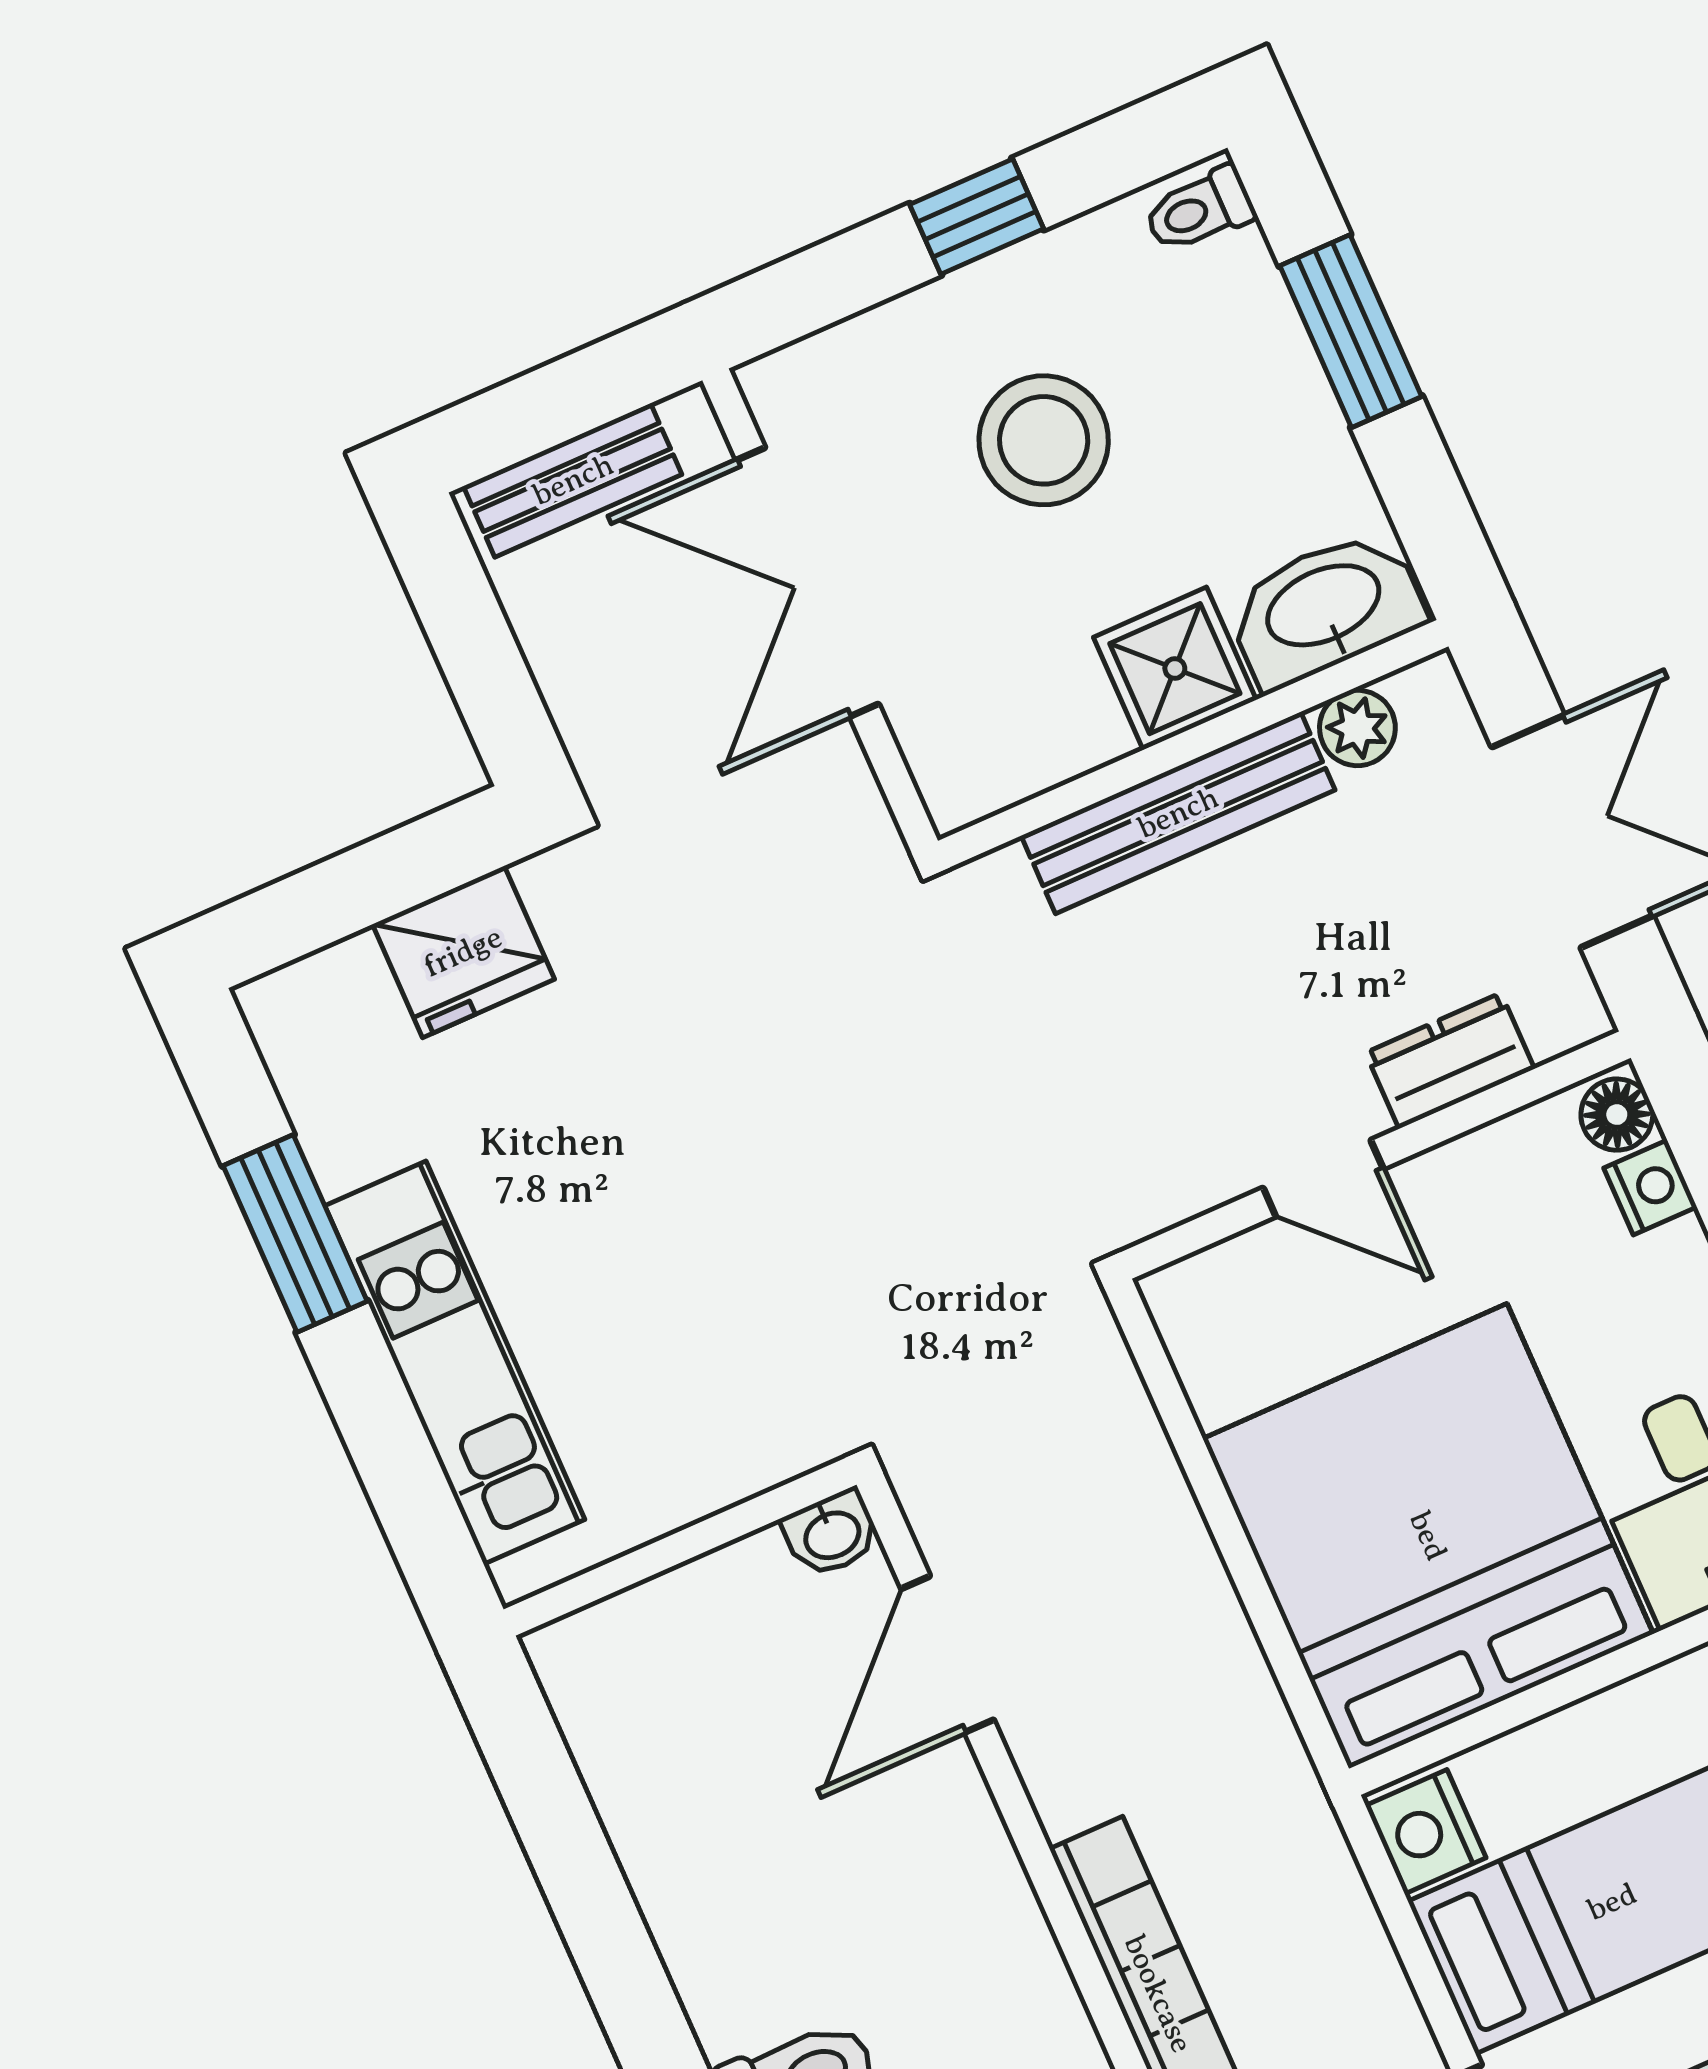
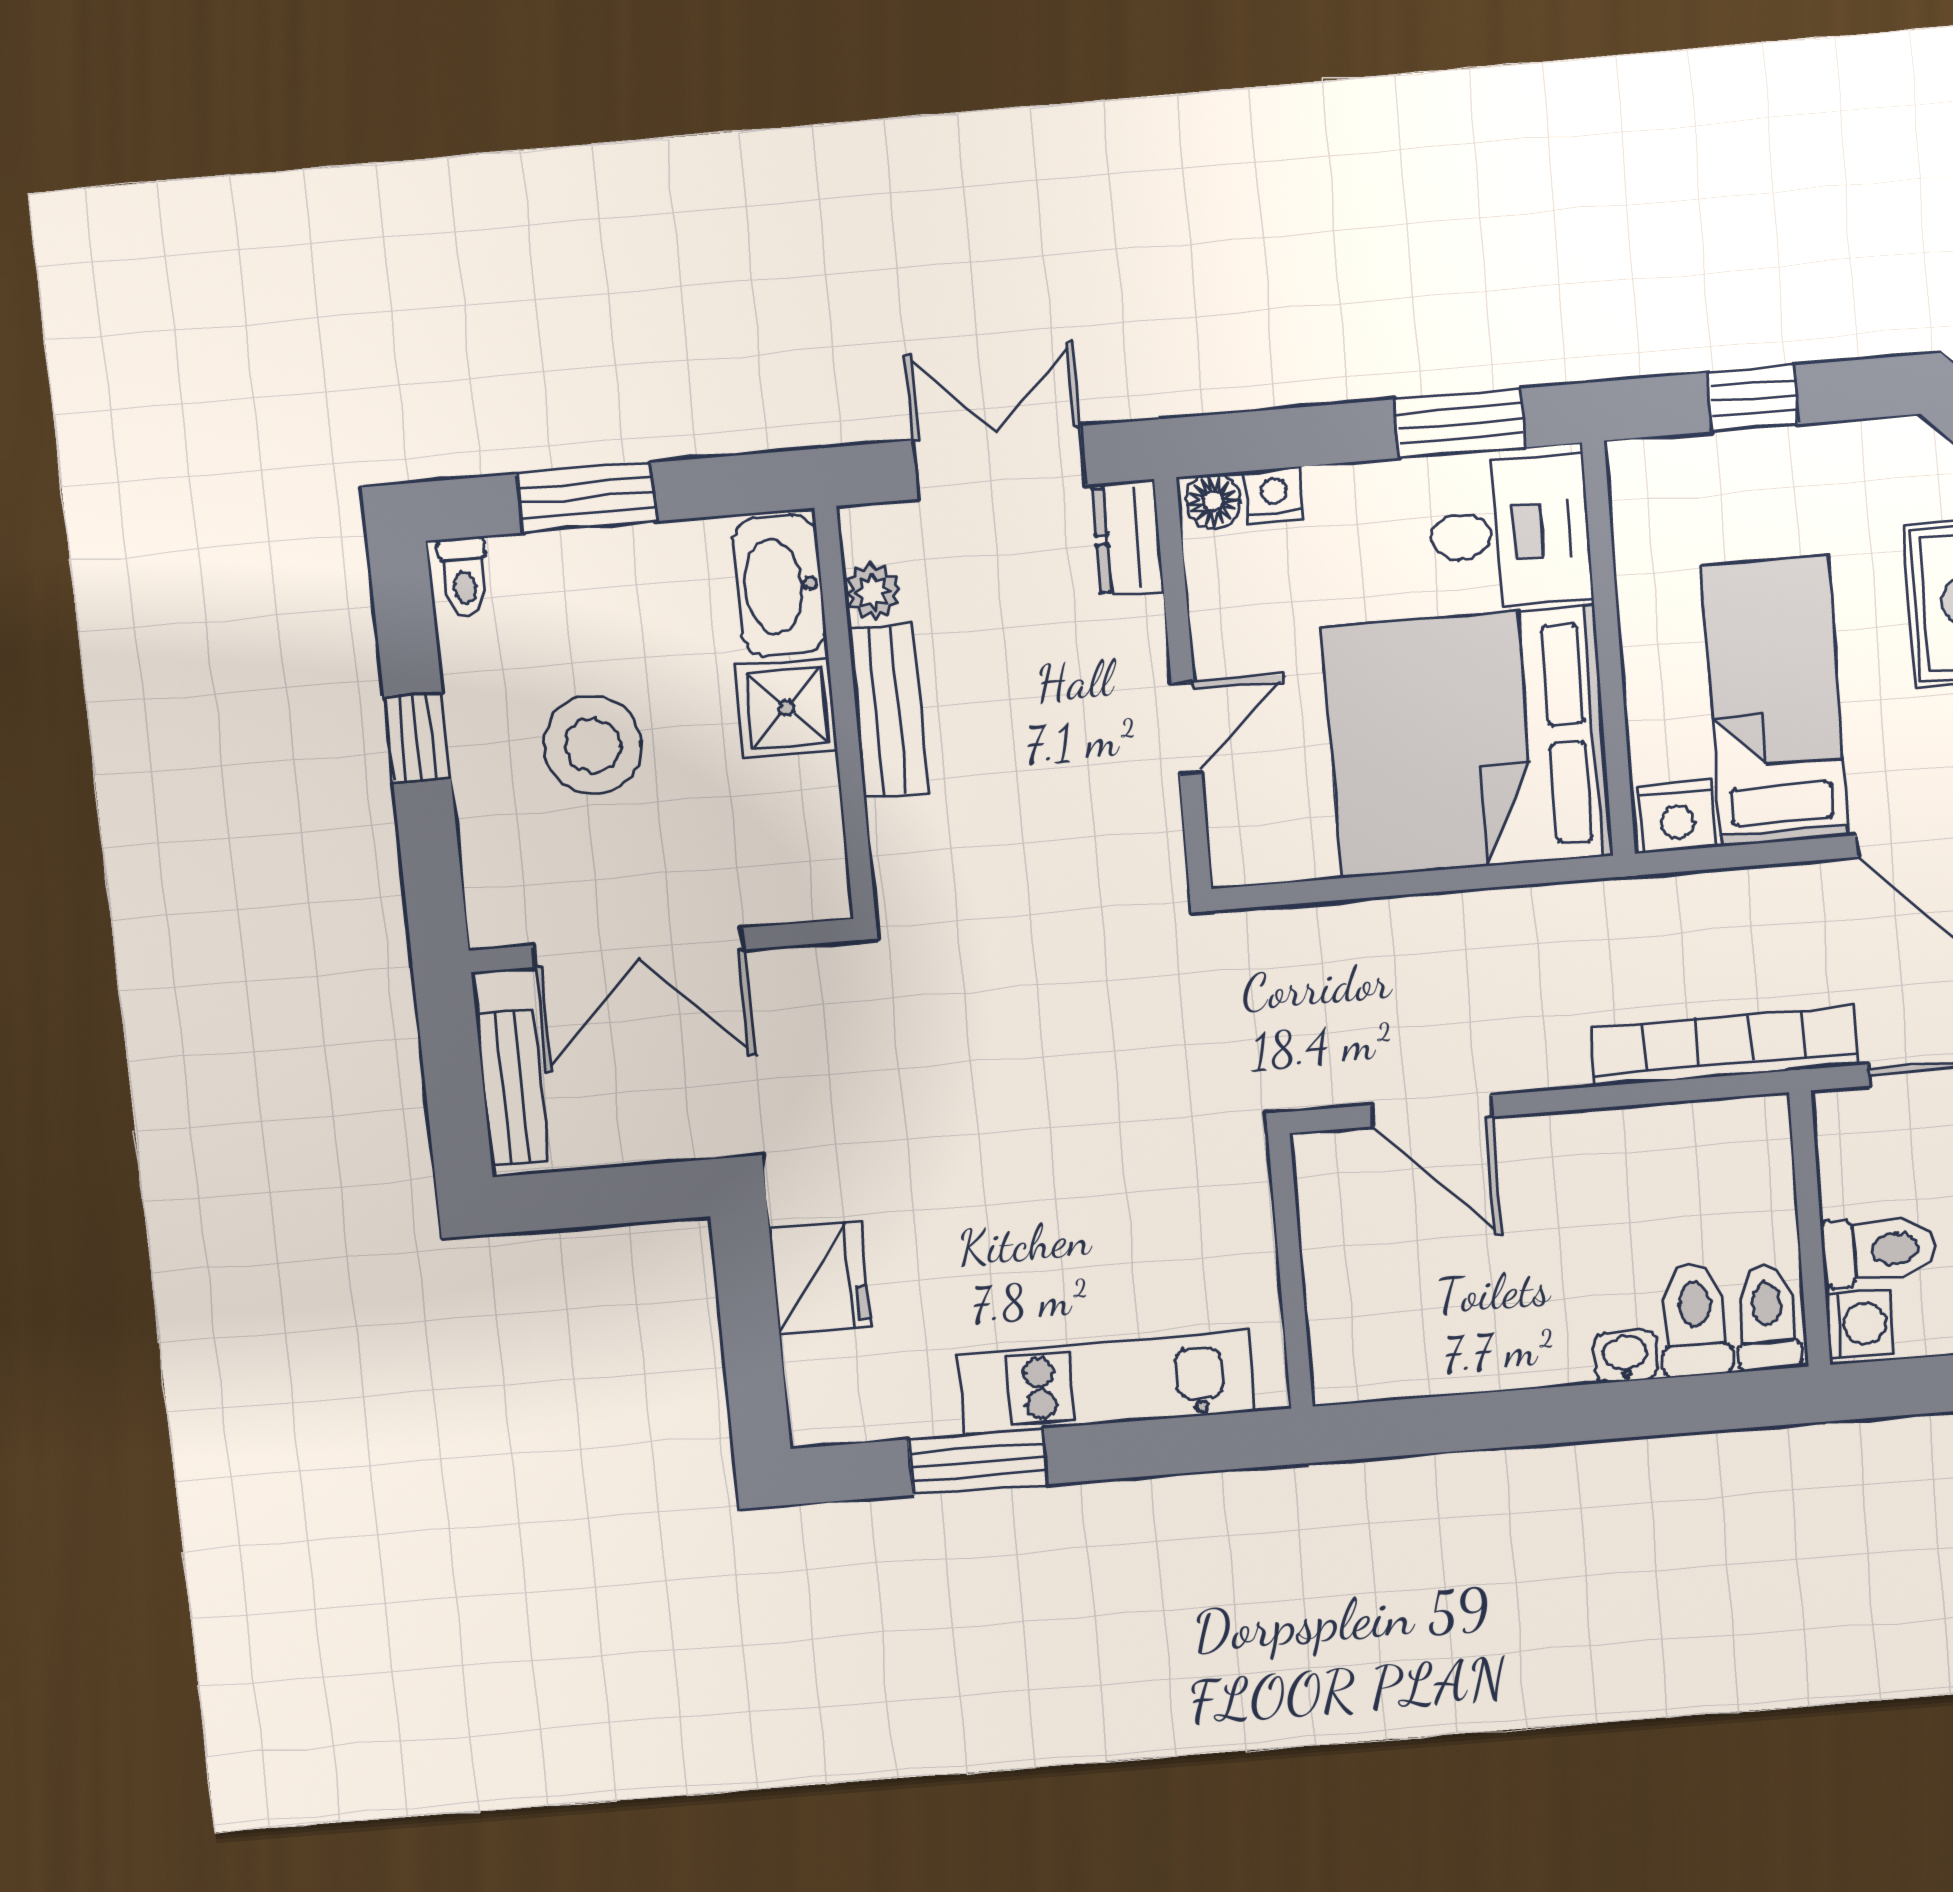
bench: (1178, 813) -> (888, 711), width x0.73
dresser: (1450, 1061) -> (1128, 538), moved
washbasin: (831, 1533) -> (1626, 1356), moved, turned -90

